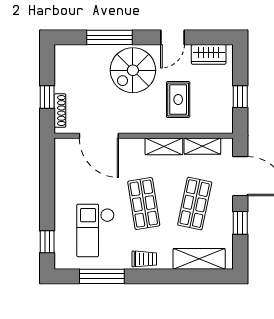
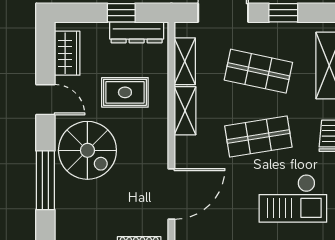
dresser: (225, 109) -> (137, 32), added

